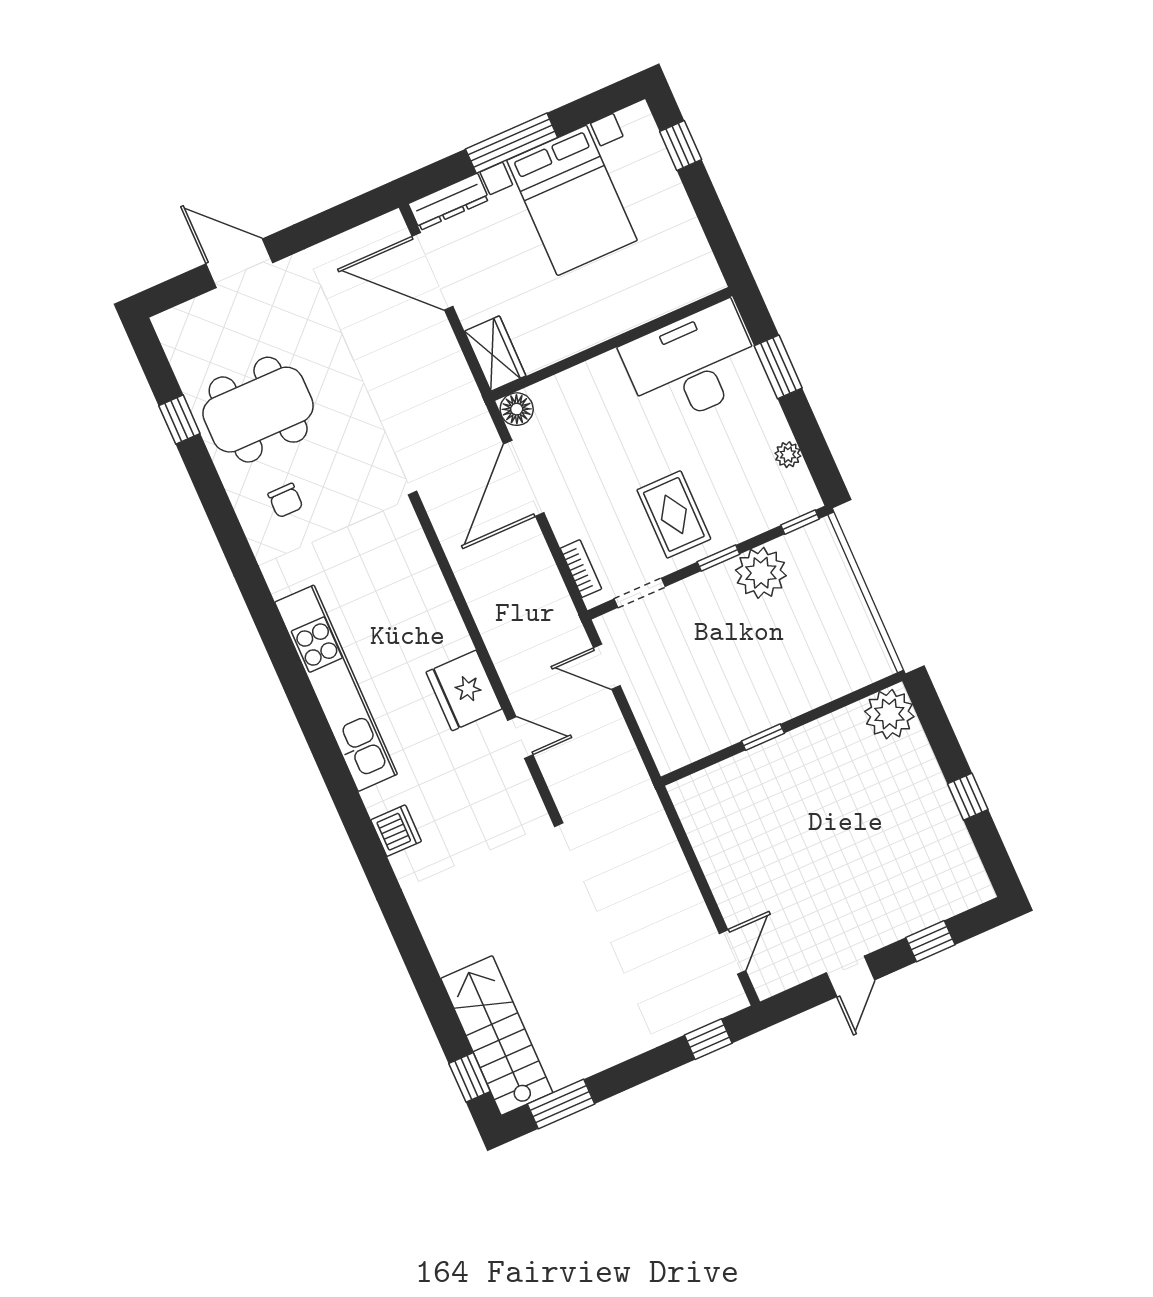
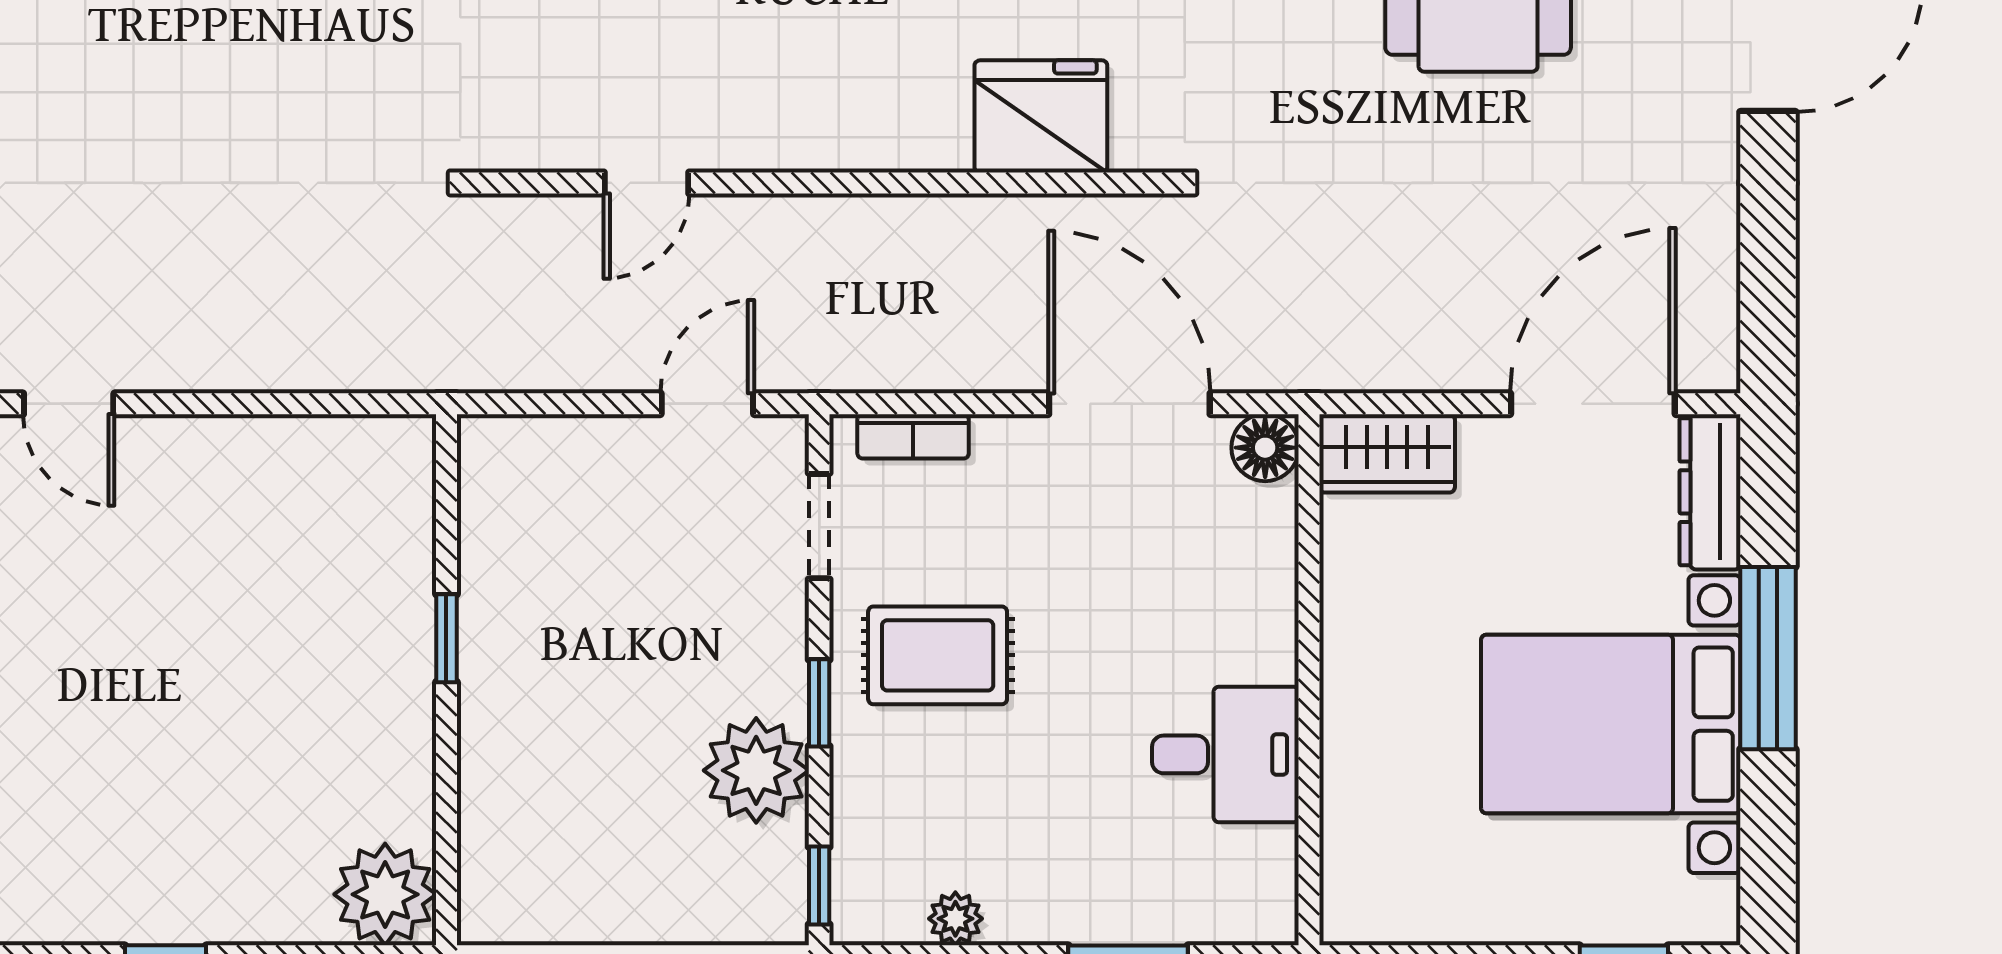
desk: (692, 365) -> (1225, 754), width x0.53, depth x0.77
fridge: (464, 690) -> (1041, 116), moved

